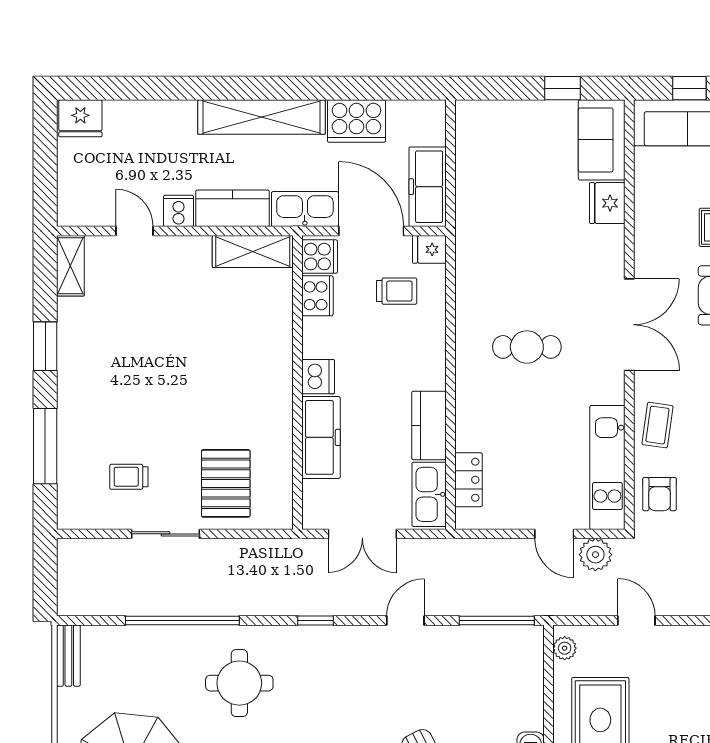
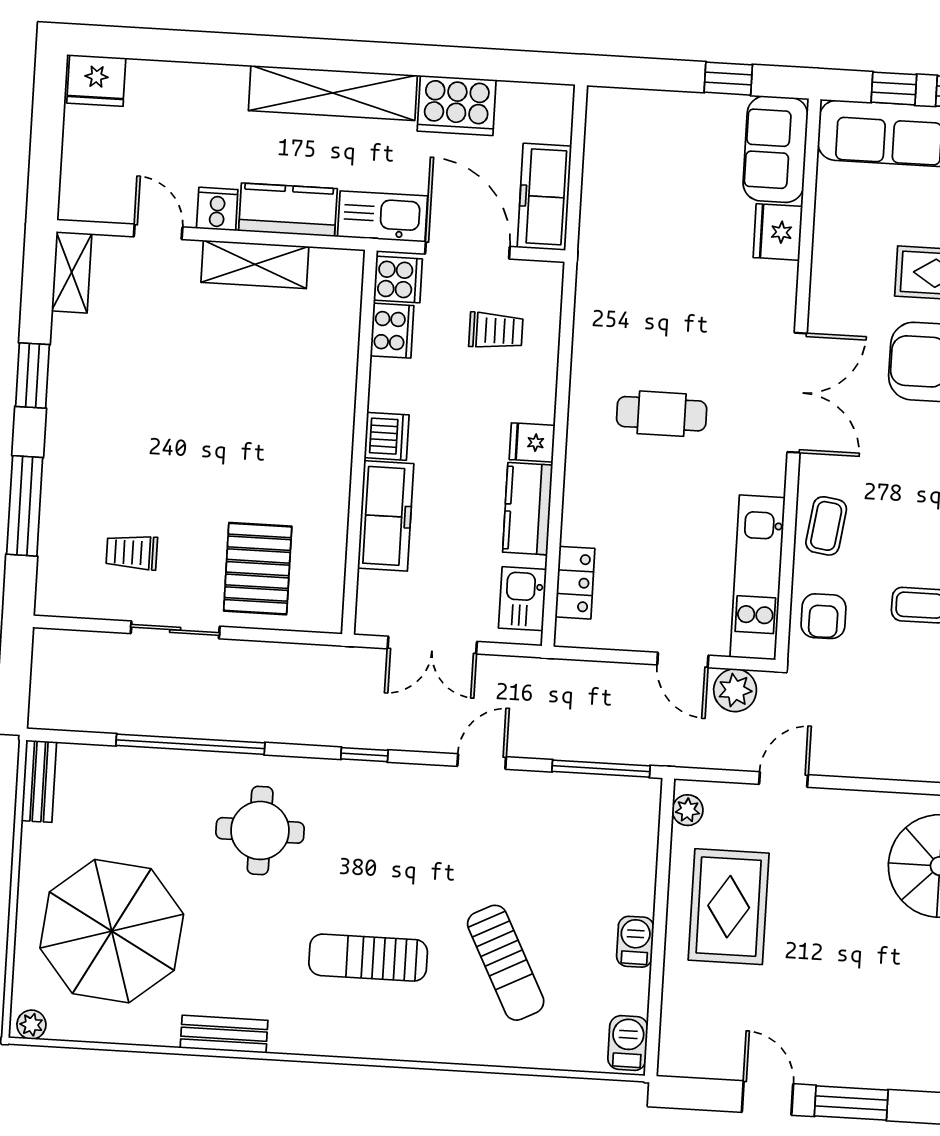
fridge: (429, 249) -> (532, 442), moved
shelving: (253, 251) -> (255, 264), moved
kitchen sink: (429, 494) -> (522, 599), width x0.73
door: (636, 620) -> (784, 779), hinge flipped

